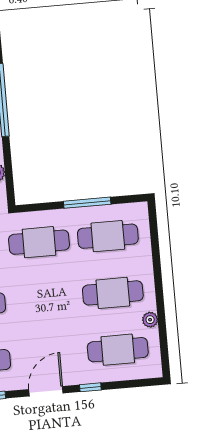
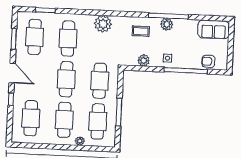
cafe table: (44, 299) -> (66, 79), added
plant: (150, 320) -> (80, 141), moved

